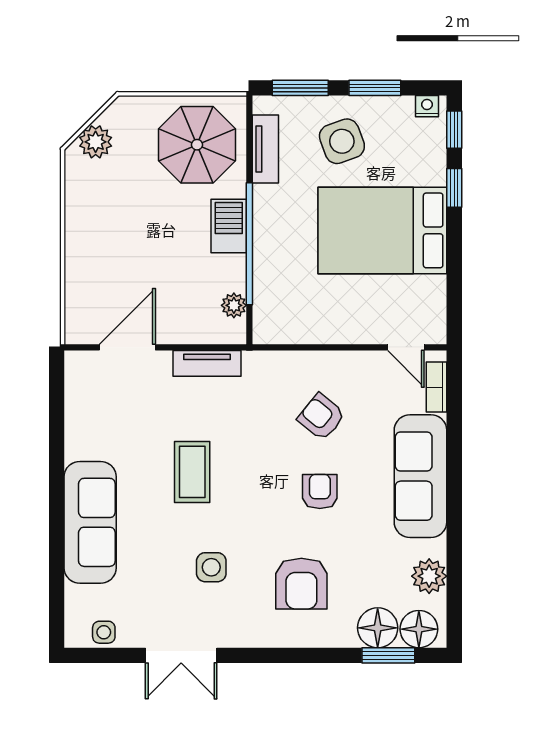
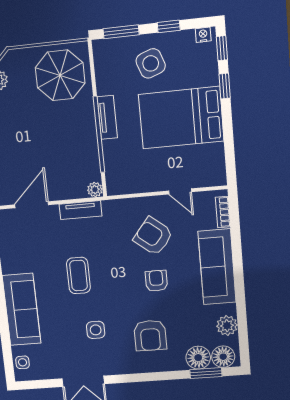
window: (375, 88) -> (169, 26), width x0.67
tv unit: (265, 149) -> (107, 117), moved
barbecue: (229, 226) -> (85, 125), removed
plant: (234, 305) -> (95, 190), moved
door: (406, 347) -> (180, 191), moved
armchair: (321, 417) -> (153, 236), width x1.38, depth x1.38
side table: (104, 632) -> (23, 362), moved

